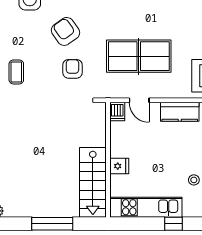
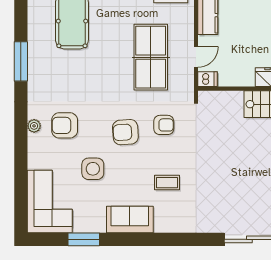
armchair: (66, 31) -> (125, 132), turned 31
armchair: (73, 69) -> (164, 125), turned 180

